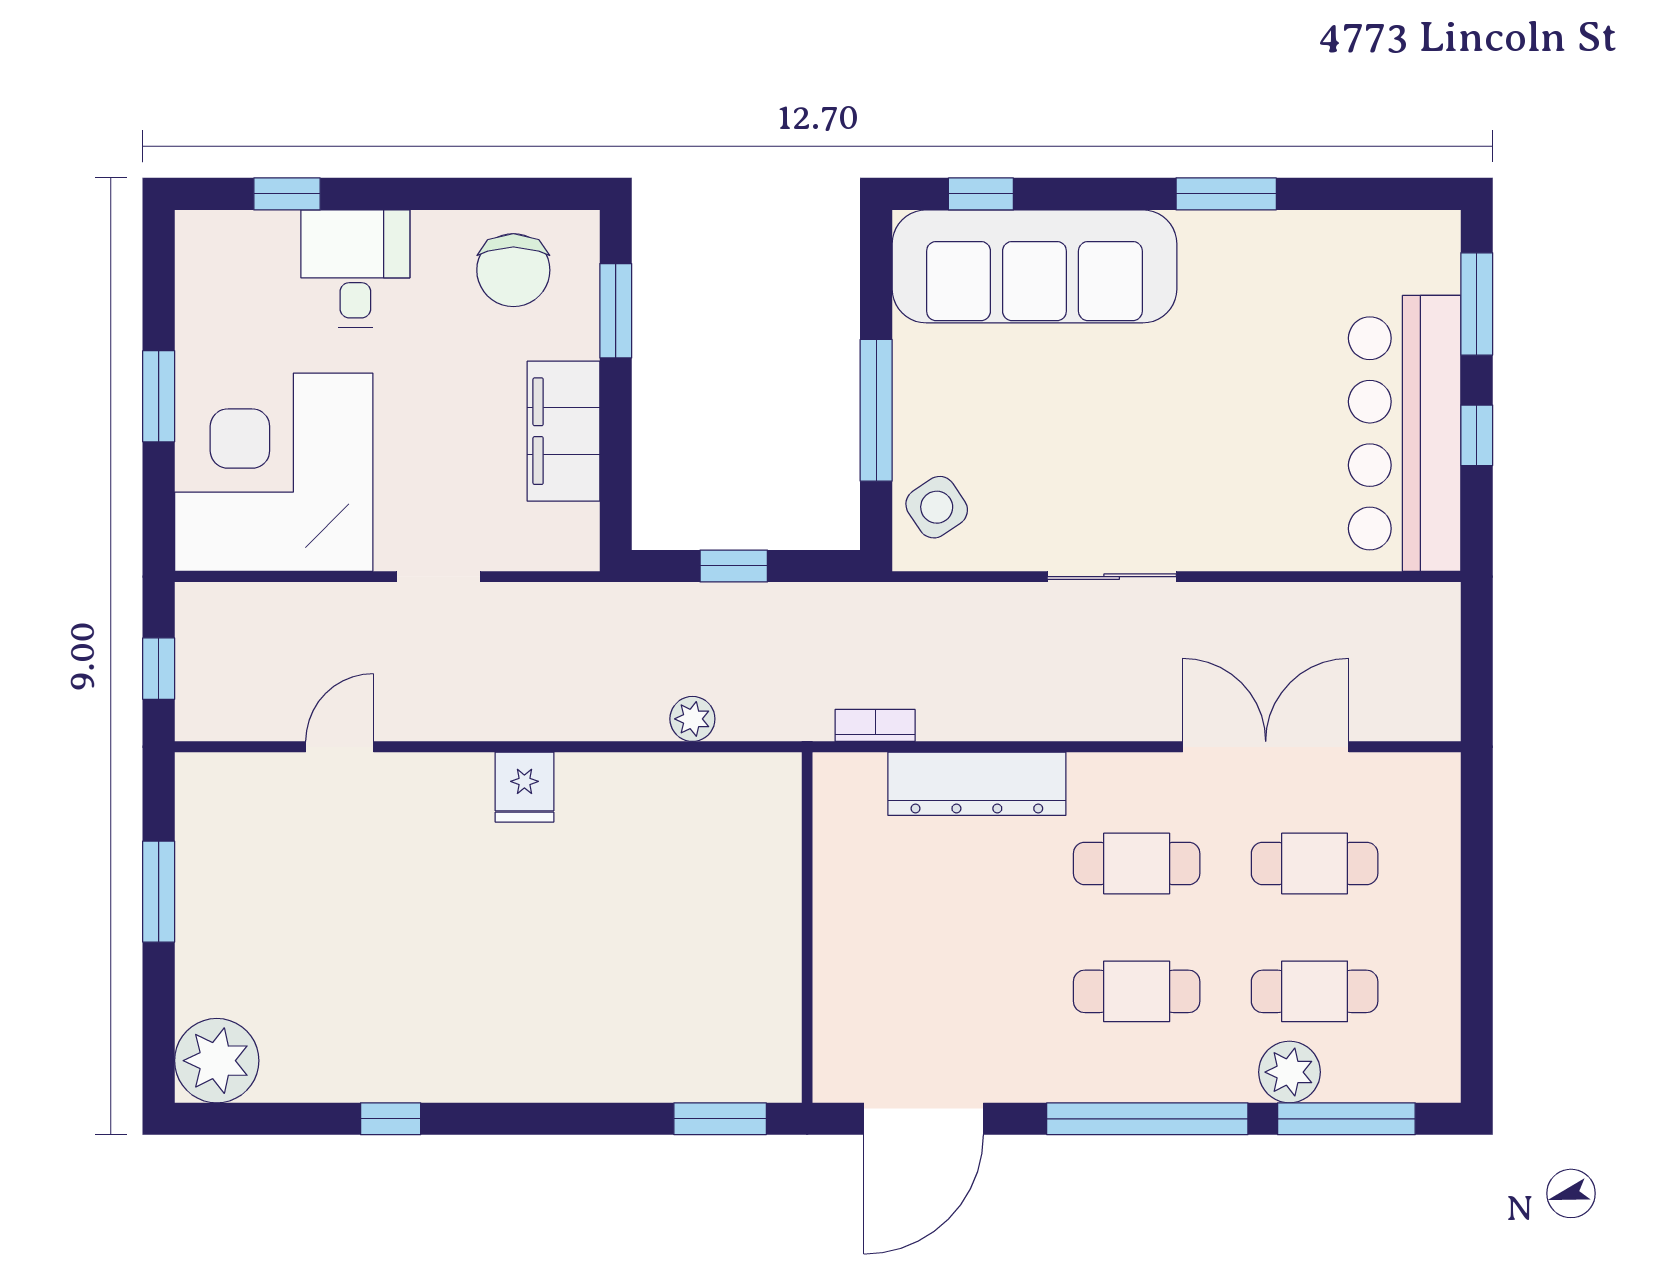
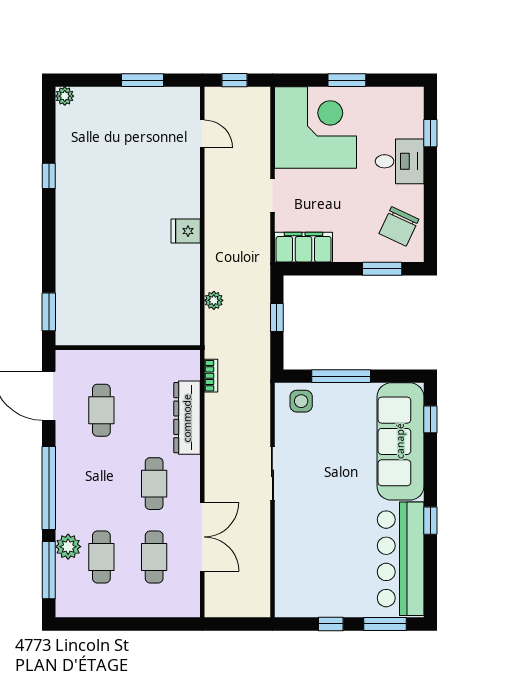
window: (1226, 194) -> (430, 521), width x0.67
chair: (513, 270) -> (399, 226), turned -65
filing cabinet: (563, 431) -> (304, 247), moved
bar counter: (1405, 433) -> (401, 559), moved, turned -90
side table: (937, 507) -> (301, 401), turned 34
door: (340, 747) -> (202, 134), moved
cafe table: (1137, 991) -> (101, 410), moved
plant: (217, 1061) -> (65, 96), width x0.53, depth x0.53

